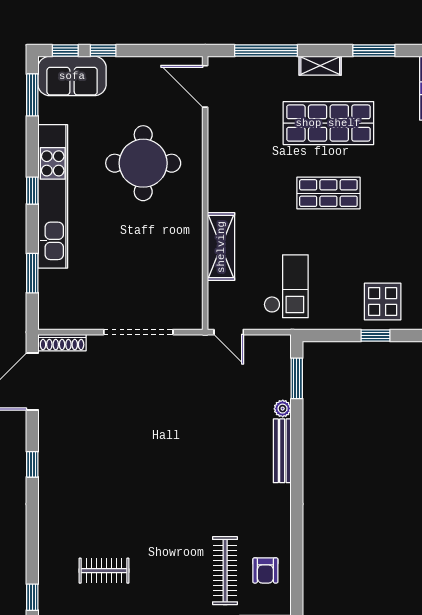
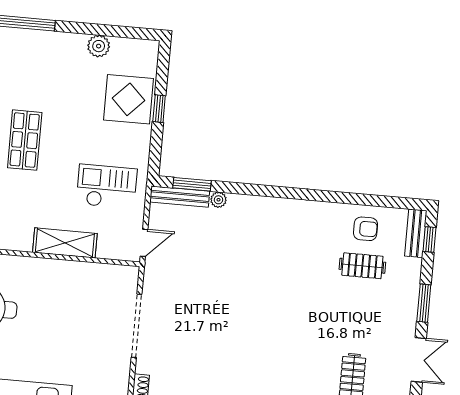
display table: (383, 301) -> (129, 99), width x1.36, depth x1.36
bench: (282, 451) -> (180, 197), moved
clothes rail: (225, 571) -> (362, 266), width x0.73

